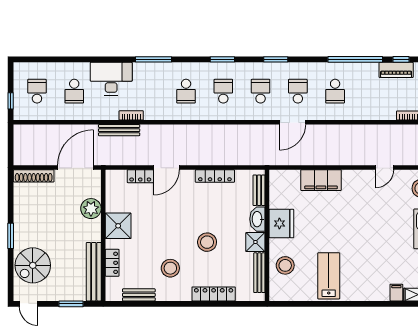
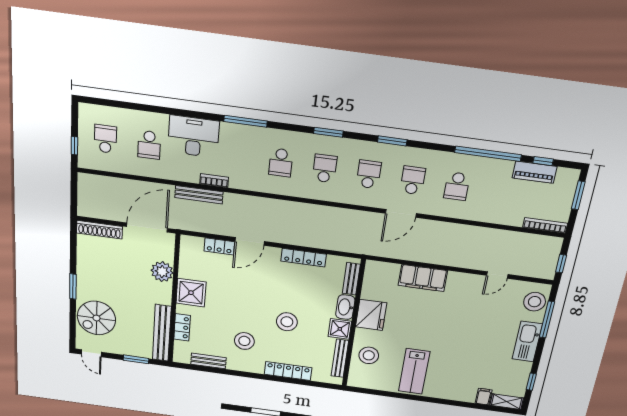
lab bench: (329, 276) -> (414, 371), turned 180

